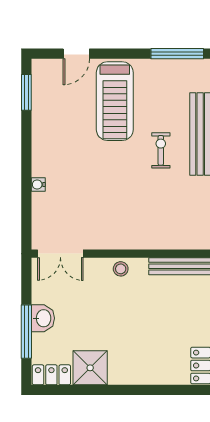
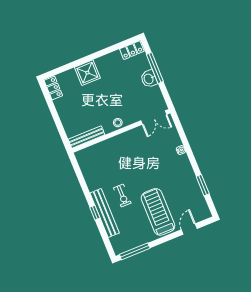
window: (26, 92) -> (203, 185), moved
double door: (60, 254) -> (154, 118), swing flipped
shower: (90, 368) -> (87, 73), moved

